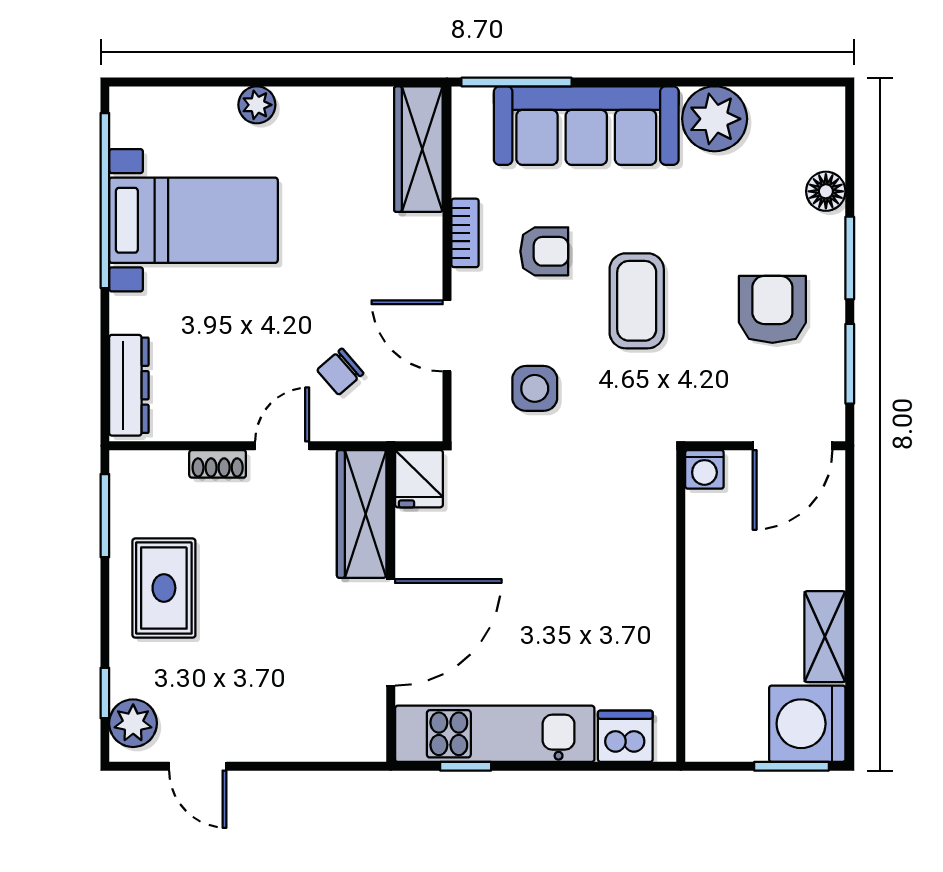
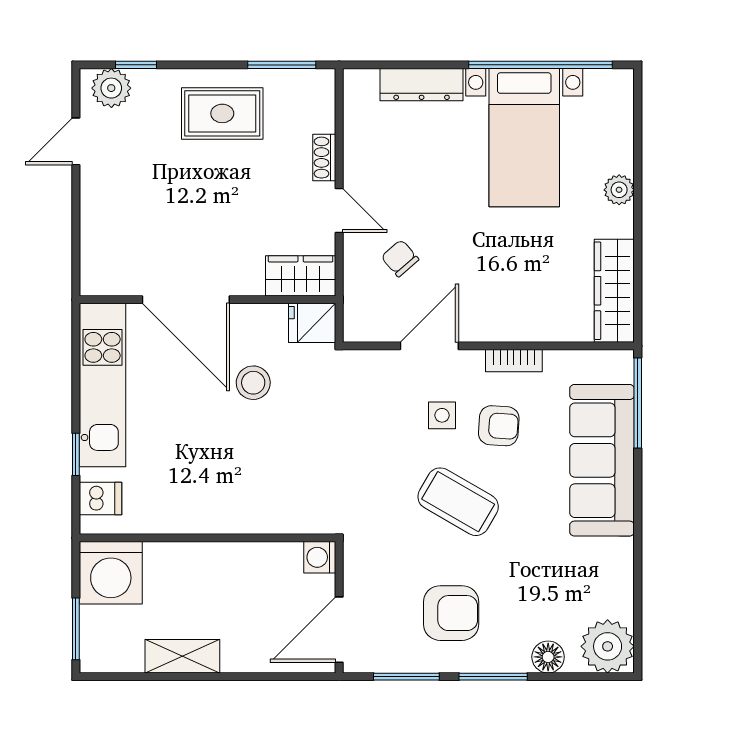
plant: (715, 119) -> (608, 646), moved
wardrobe: (418, 149) -> (614, 291), moved, turned -90
armchair: (544, 251) -> (499, 426), turned -86
coffee table: (637, 301) -> (458, 502), turned 30
dresser: (129, 385) -> (422, 85), moved
side table: (535, 388) -> (442, 415), moved, width x0.73, depth x0.73
door: (793, 446) -> (339, 630), hinge flipped
wardrobe: (362, 514) -> (301, 276), width x0.67
stool: (492, 550) -> (253, 383), added
washing machine: (807, 724) -> (111, 573), moved, turned 180
dishwasher: (625, 736) -> (101, 498), width x0.73
window: (466, 766) -> (76, 454), moved

